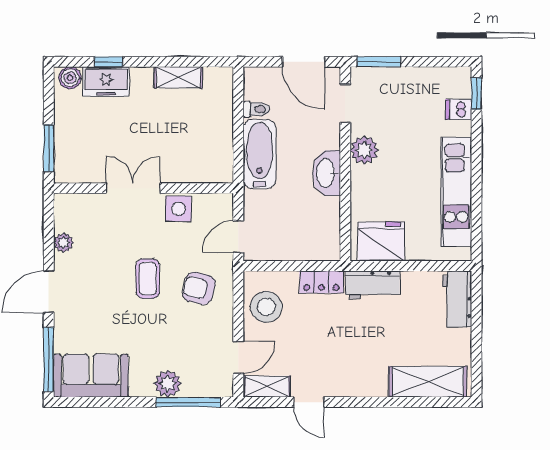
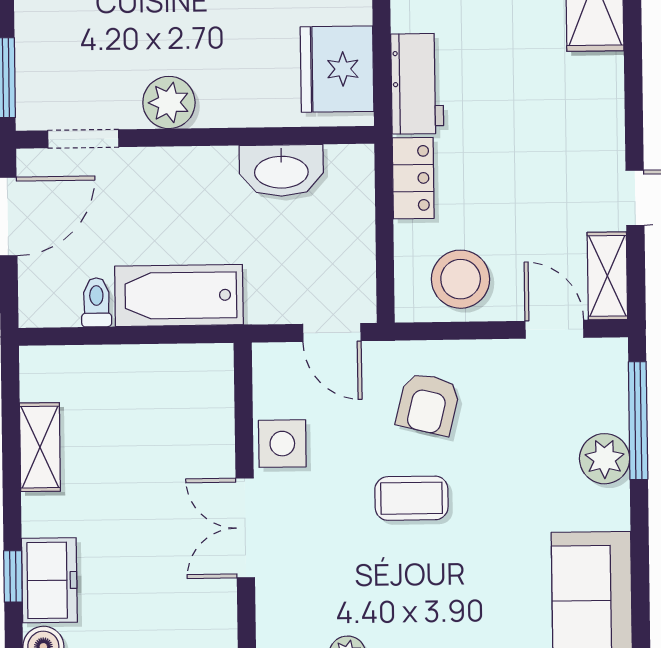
washbasin: (326, 173) -> (281, 171), moved

